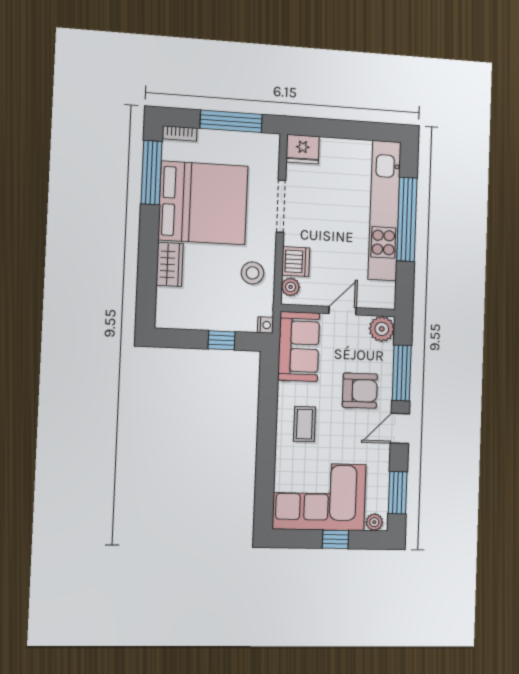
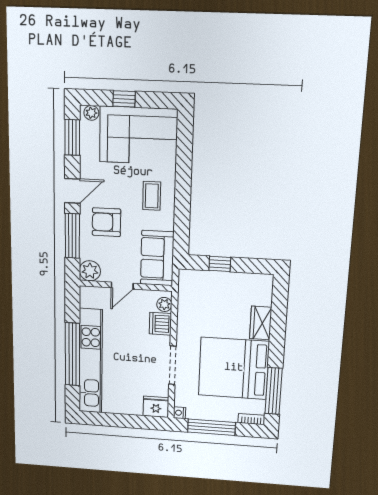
stool: (252, 273) -> (195, 316), removed
nightstand: (265, 325) -> (179, 413), moved

